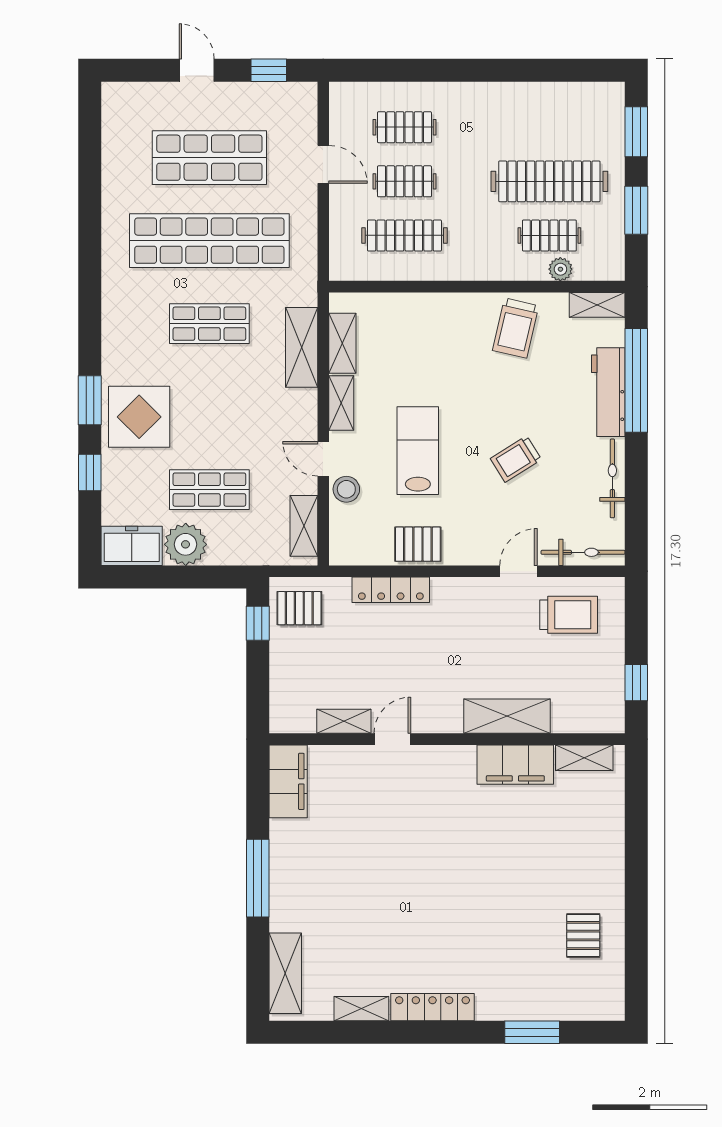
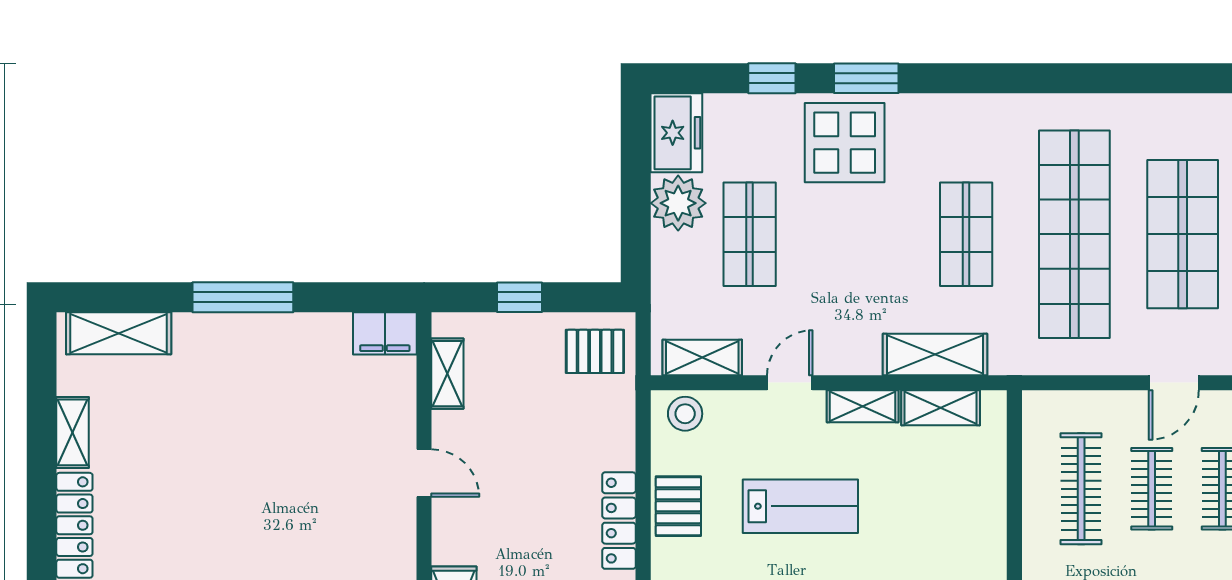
stool: (346, 489) -> (685, 414), moved
locker: (391, 590) -> (619, 521), moved
pallet: (299, 608) -> (595, 351), turned 90
window: (258, 623) -> (519, 297), moved
shelving: (344, 721) -> (447, 374), moved
filing cabinet: (288, 781) -> (385, 333), width x0.67, depth x0.86

